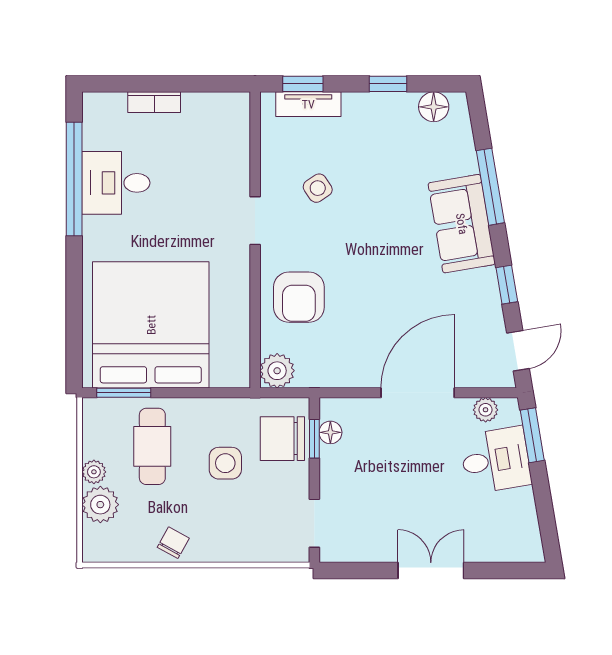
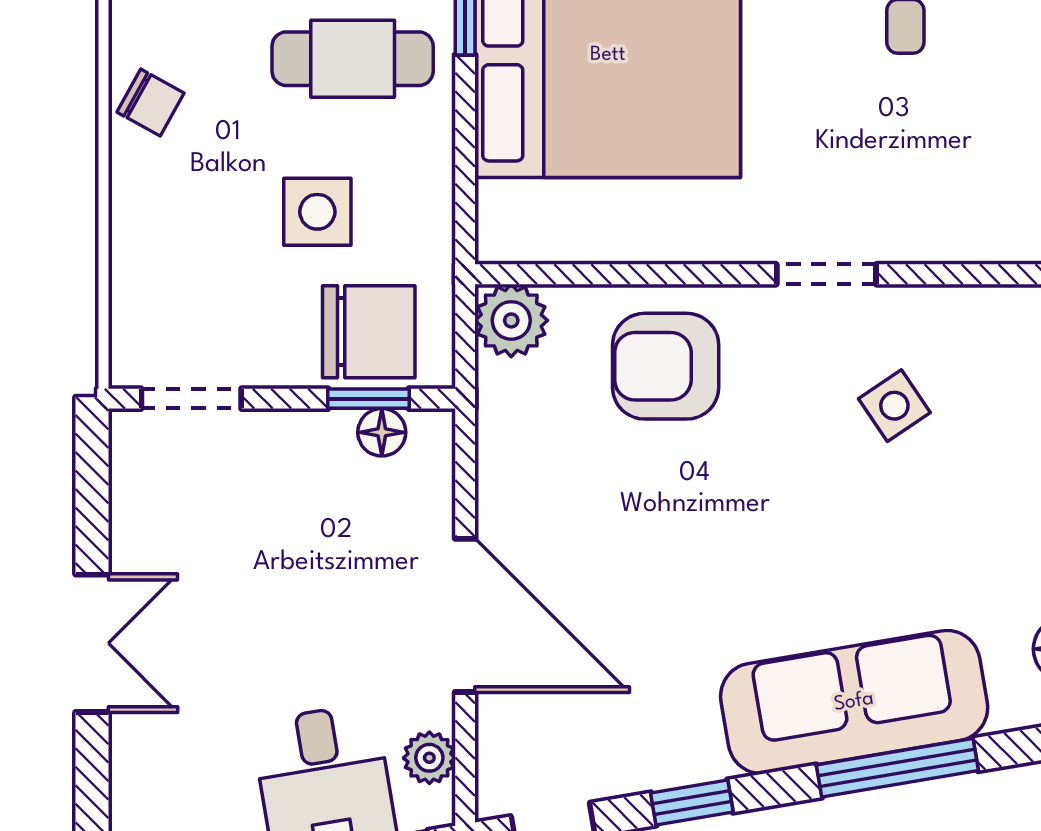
sofa: (462, 224) -> (854, 702), width x1.36
chair: (282, 439) -> (369, 332), turned 90

